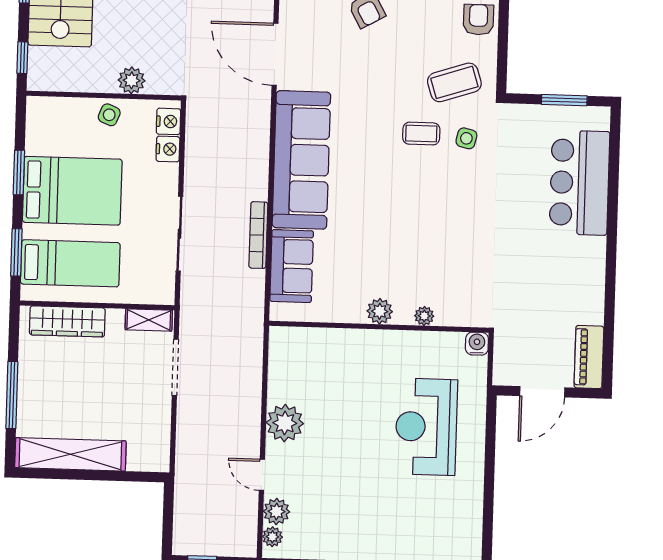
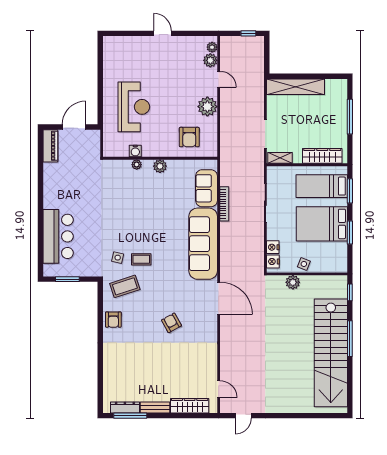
water cooler: (477, 344) -> (135, 151), moved
armchair: (322, 365) -> (189, 137), added
shelving: (70, 454) -> (295, 87), moved

